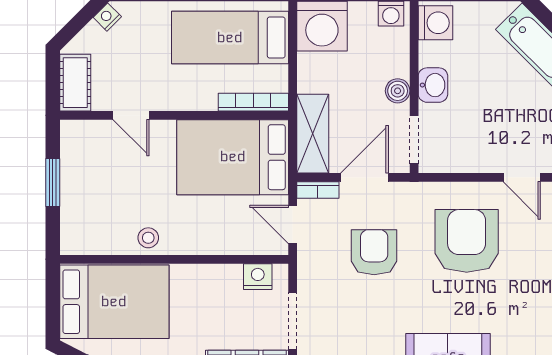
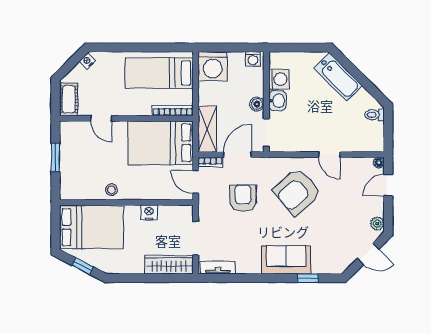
washing machine: (435, 23) -> (279, 79), moved
armchair: (467, 241) -> (297, 192), turned -131
nightstand: (258, 277) -> (149, 212), moved

